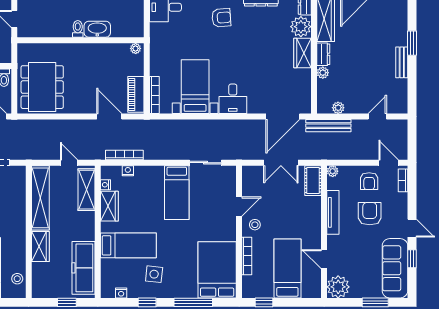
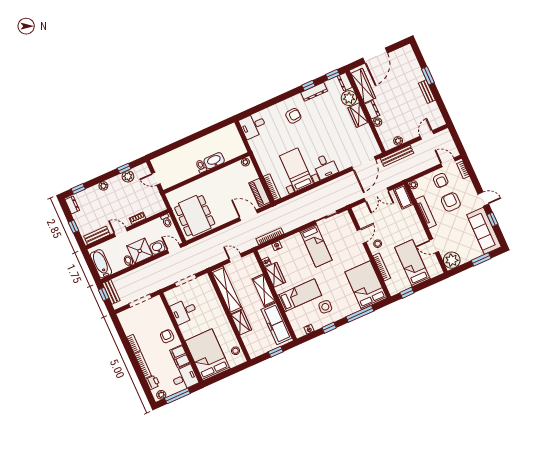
shelving: (87, 190) -> (264, 290), moved

